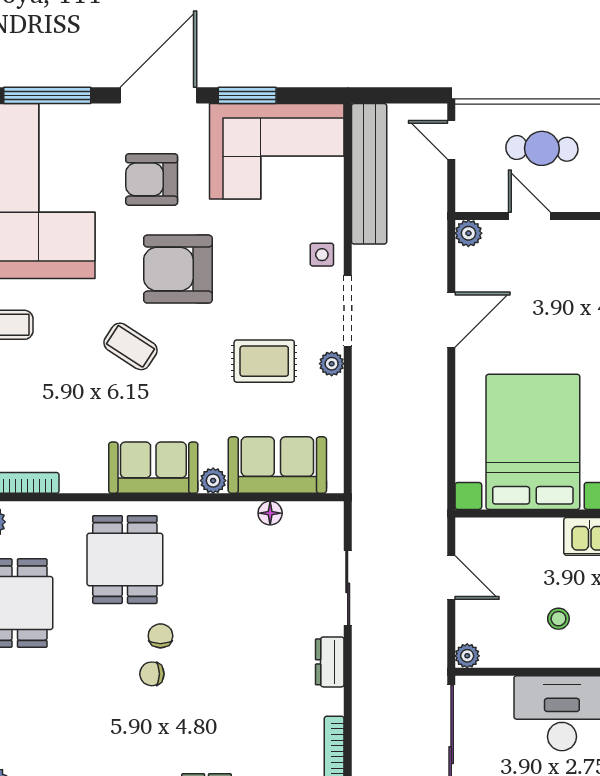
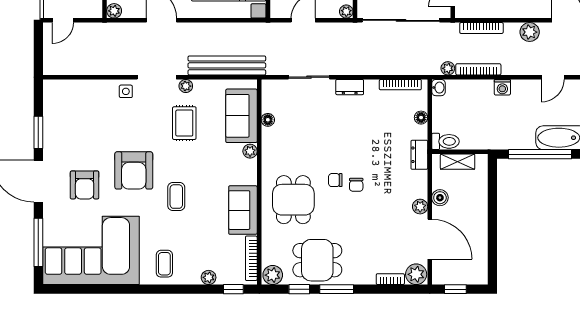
corner sofa: (277, 151) -> (69, 116), removed
bench: (369, 174) -> (227, 65), moved
coffee table: (130, 346) -> (176, 197), turned -33
sofa: (153, 468) -> (243, 210), moved
dining table: (125, 560) -> (293, 200), turned 90

